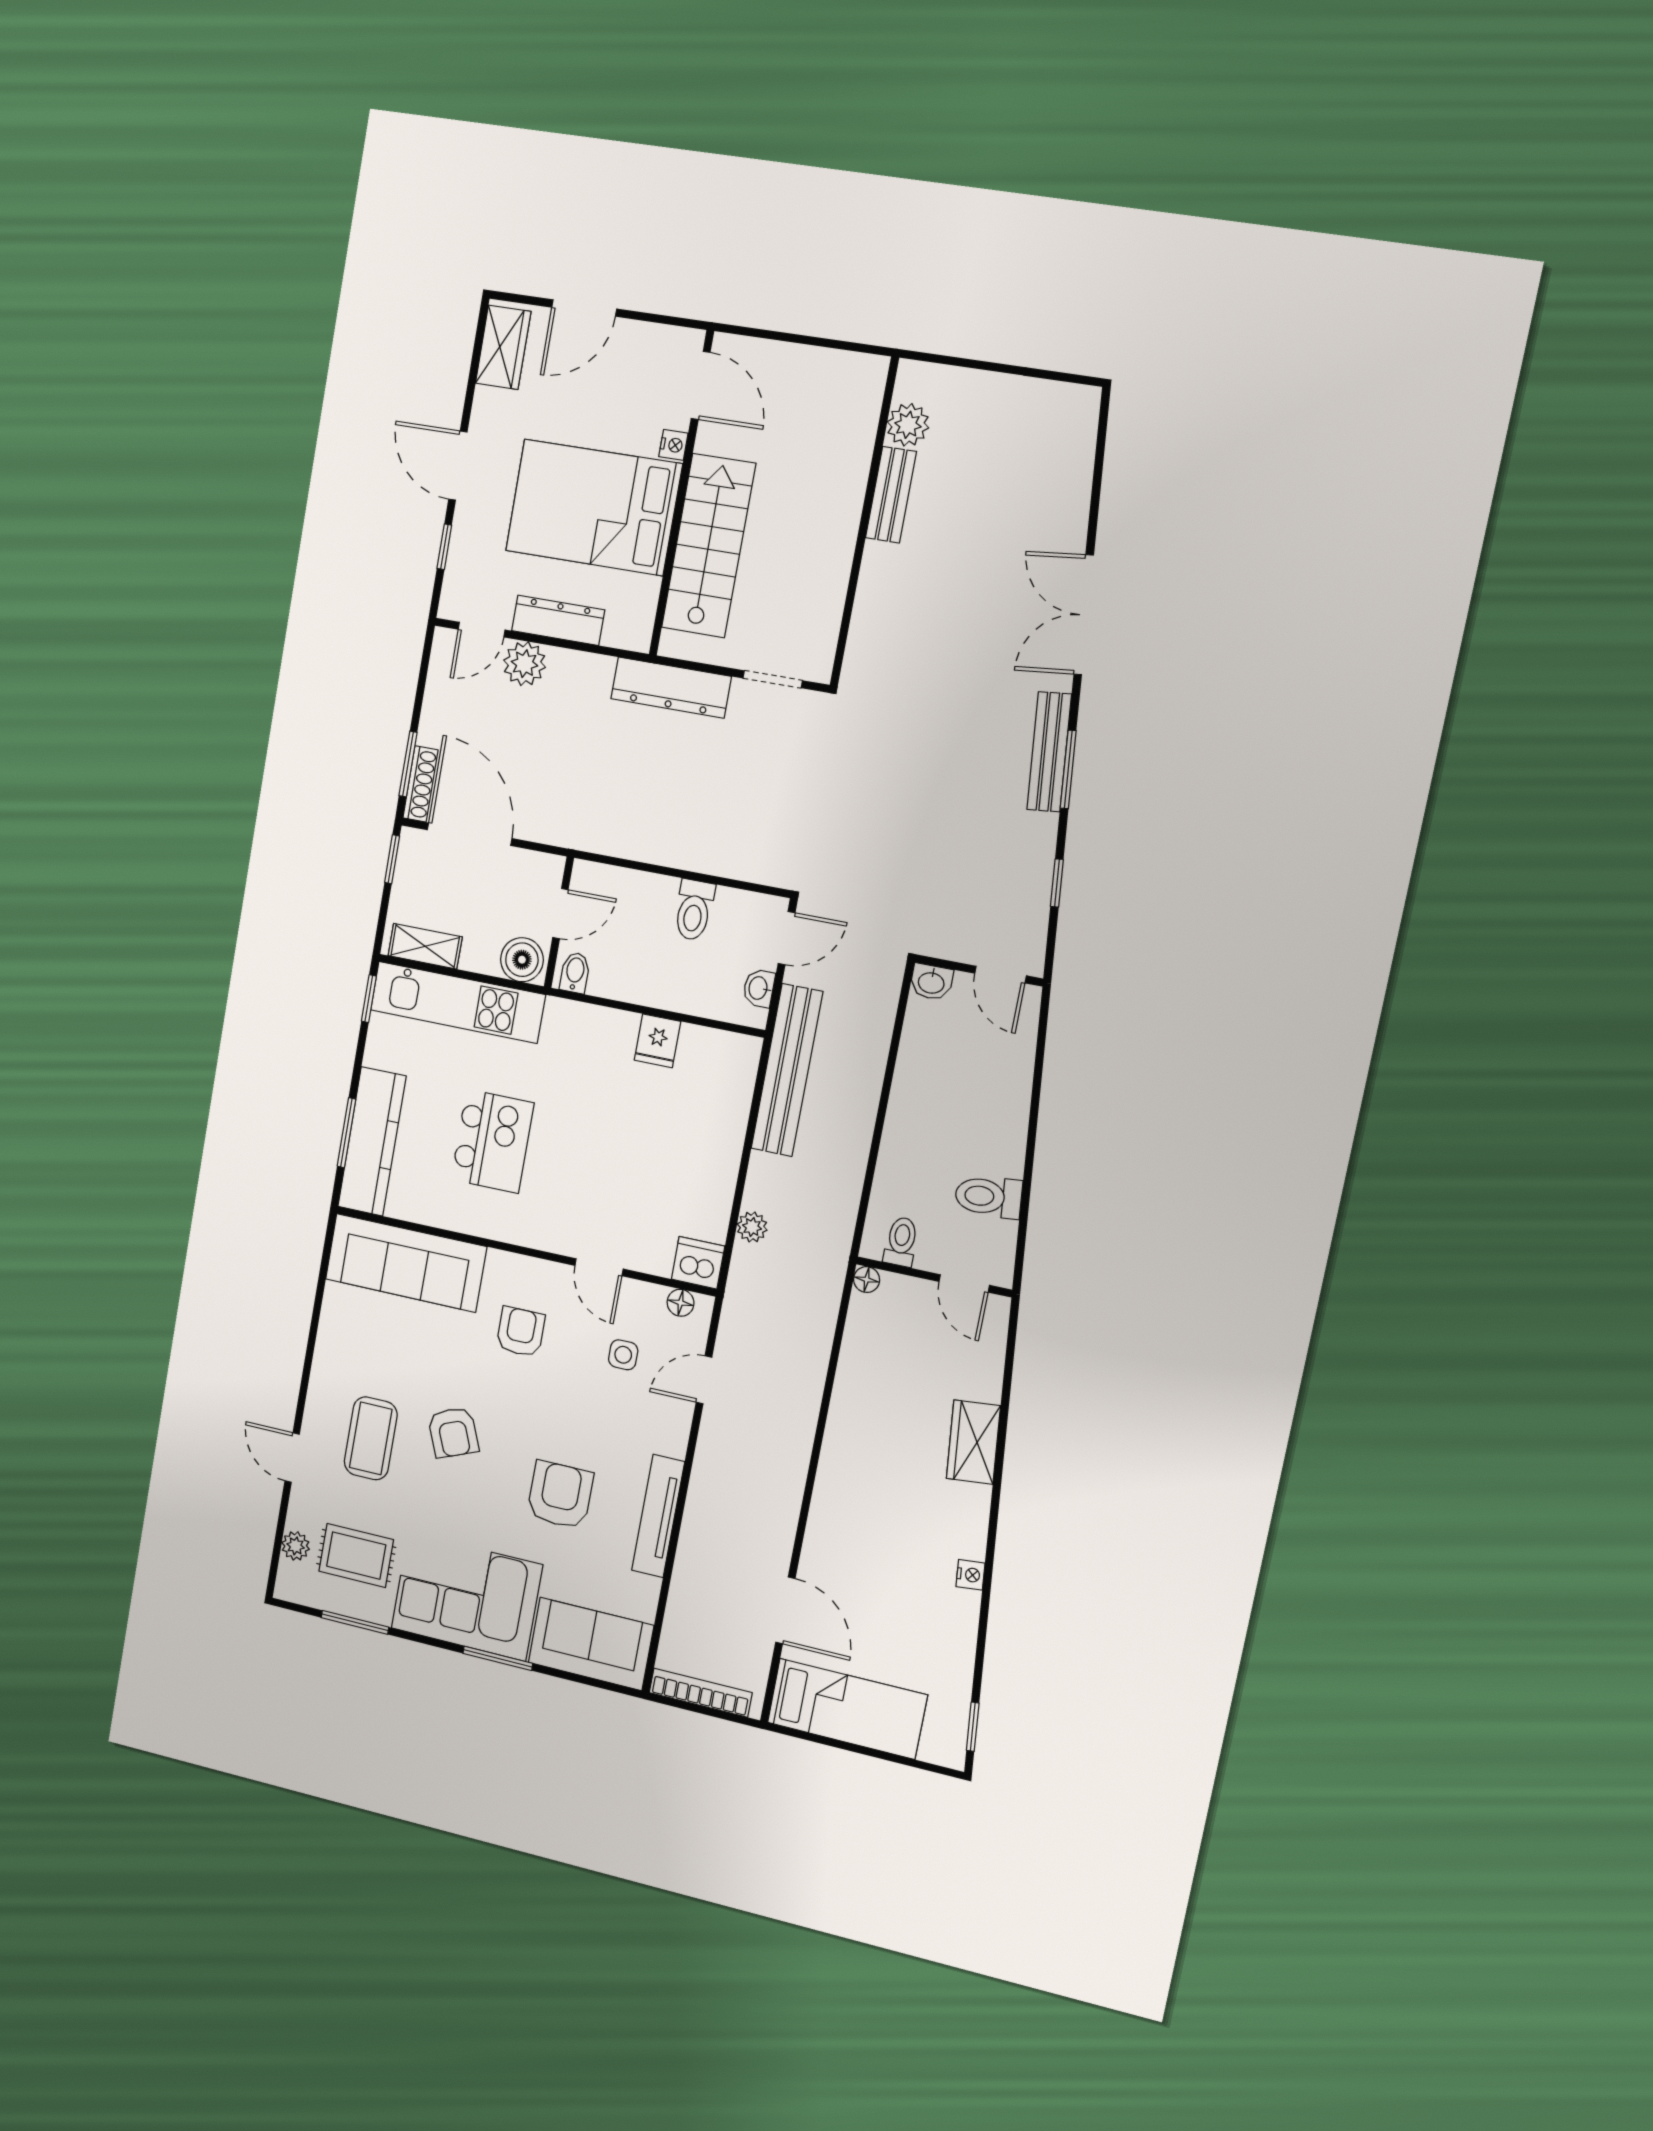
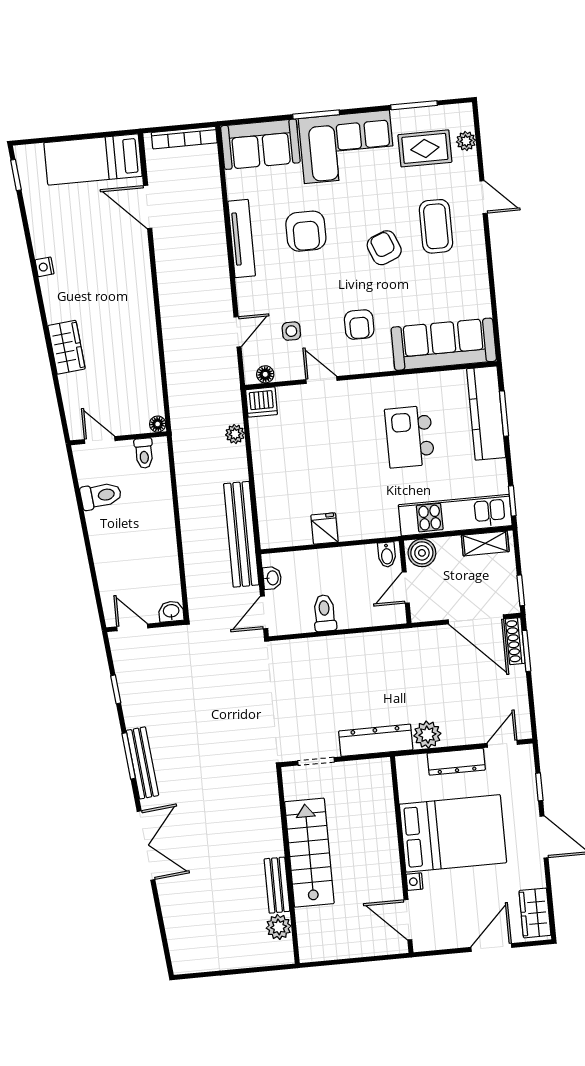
stairs: (709, 546) -> (309, 853), moved, turned 180
plant: (525, 664) -> (427, 735), moved

